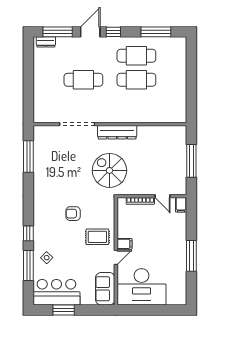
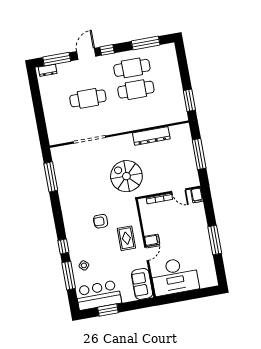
window: (191, 101) -> (189, 100), added
dresser: (117, 132) -> (151, 136), moved
rug: (97, 237) -> (126, 238), turned 90

